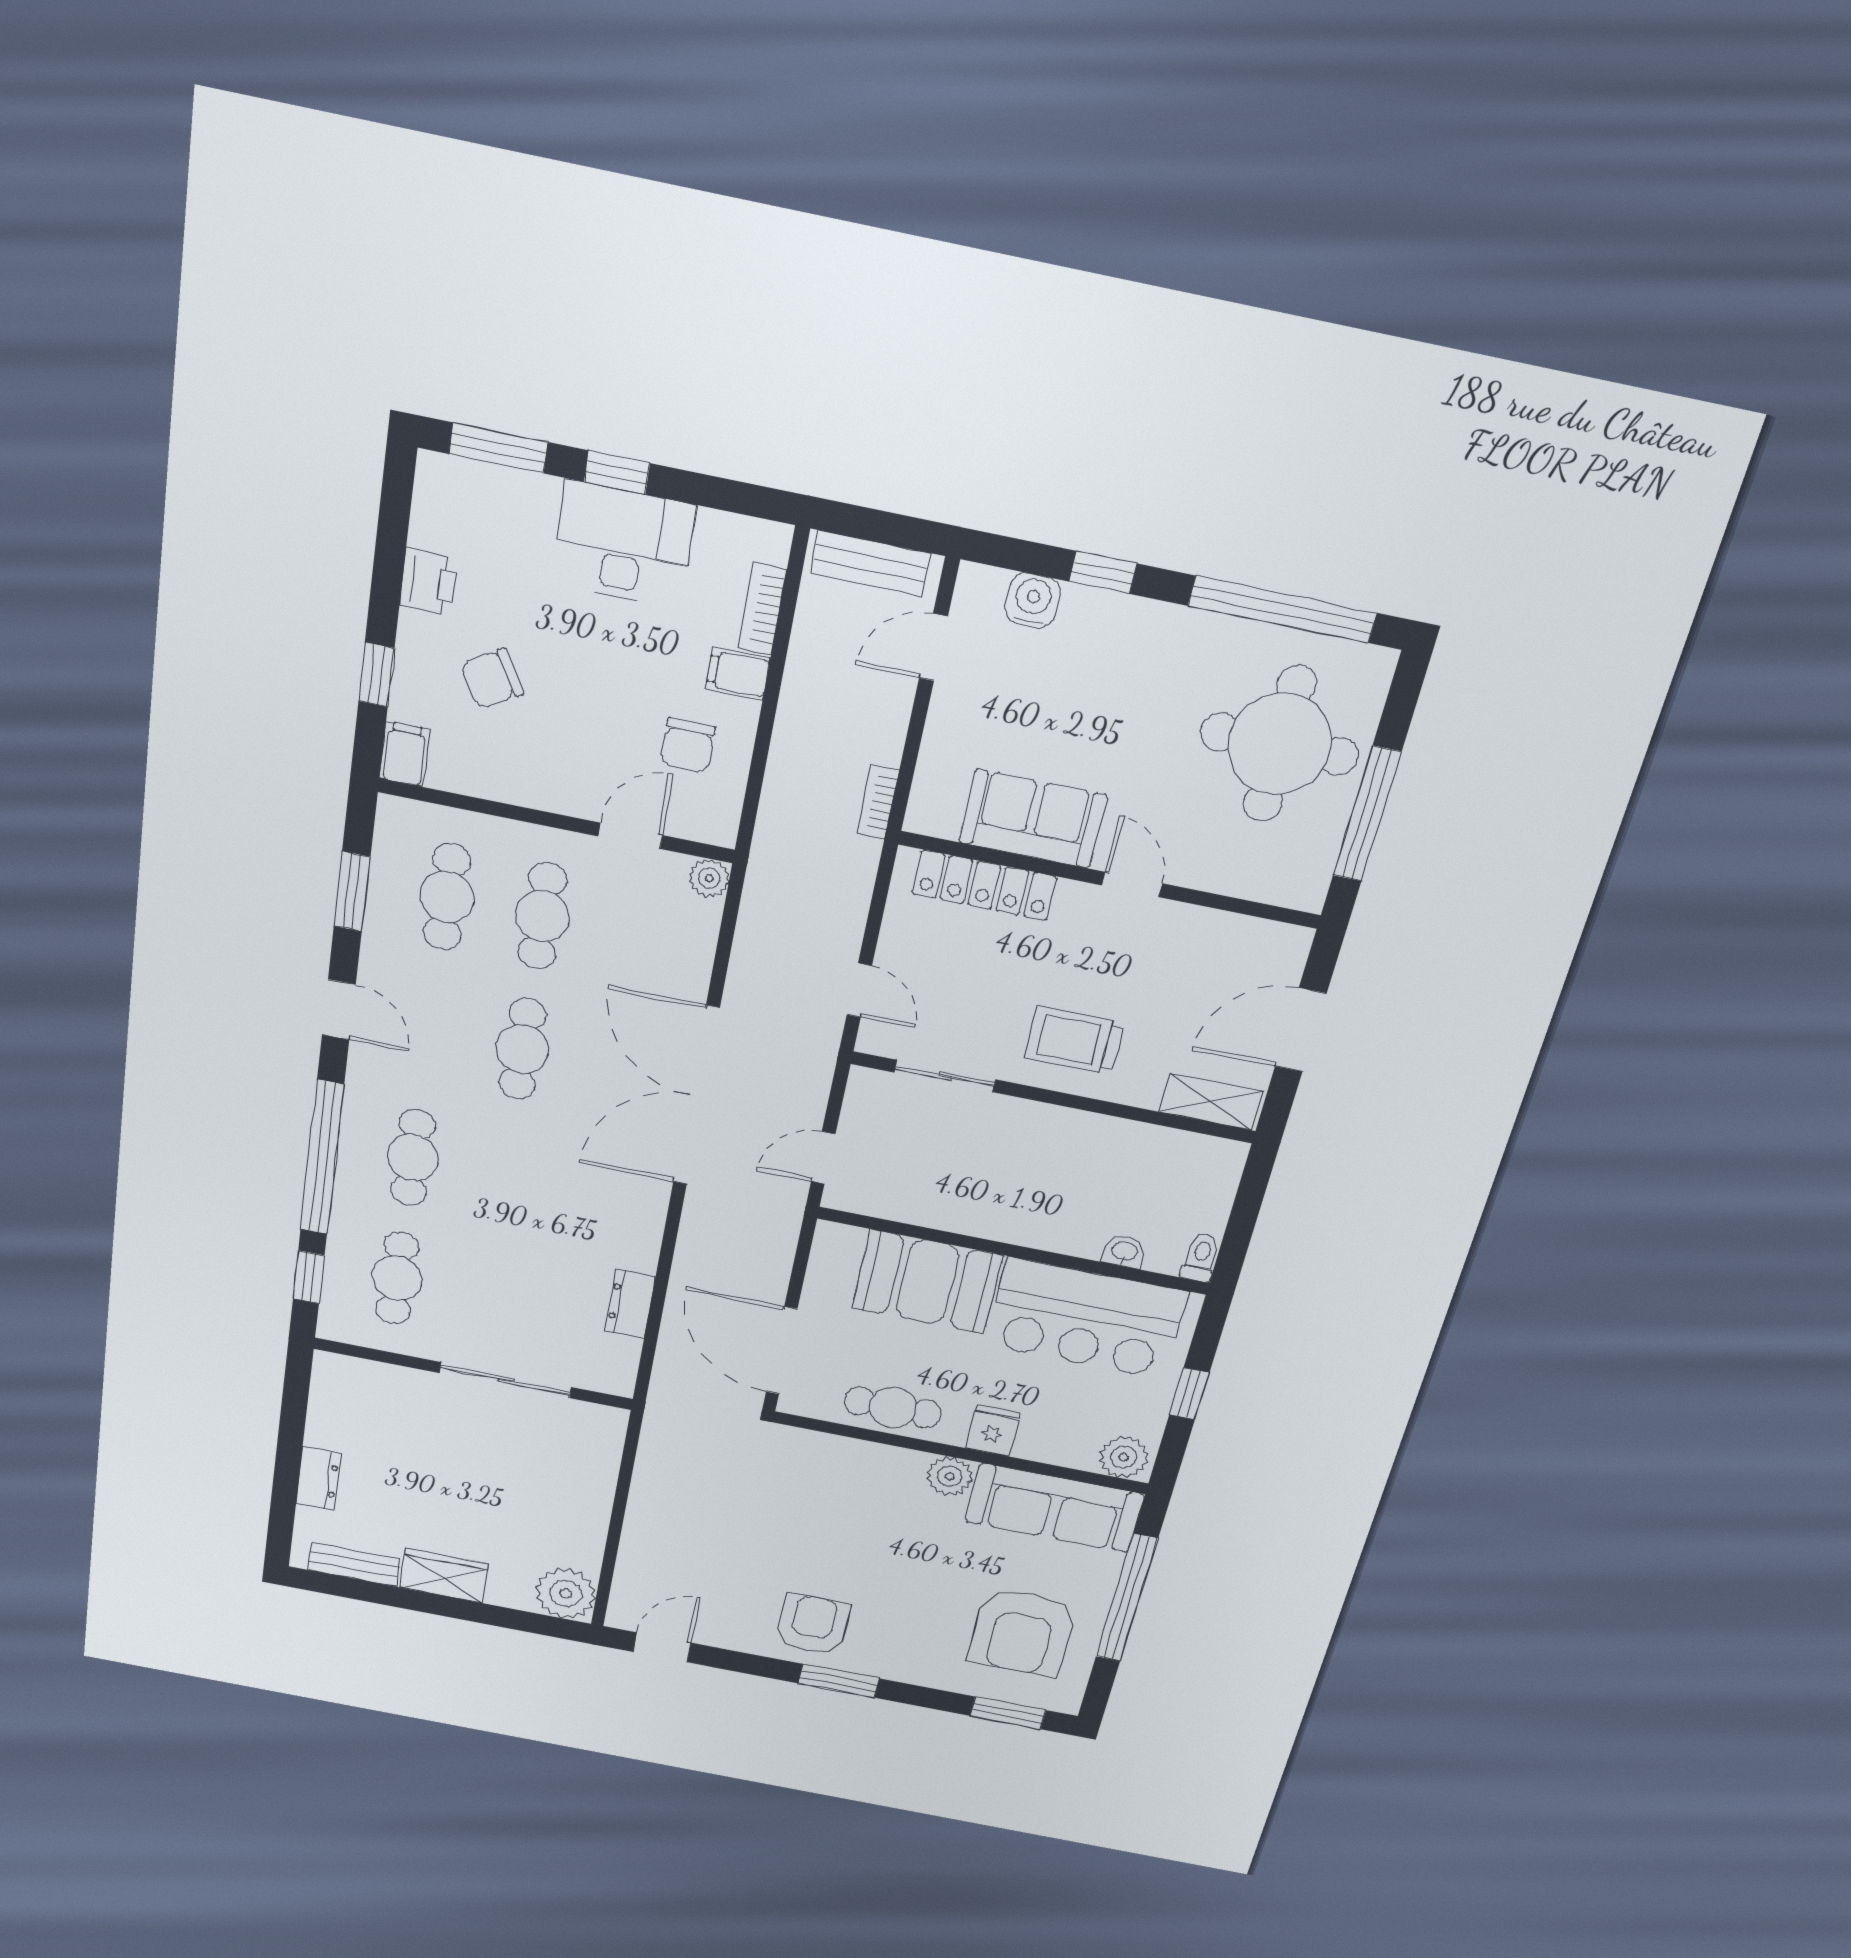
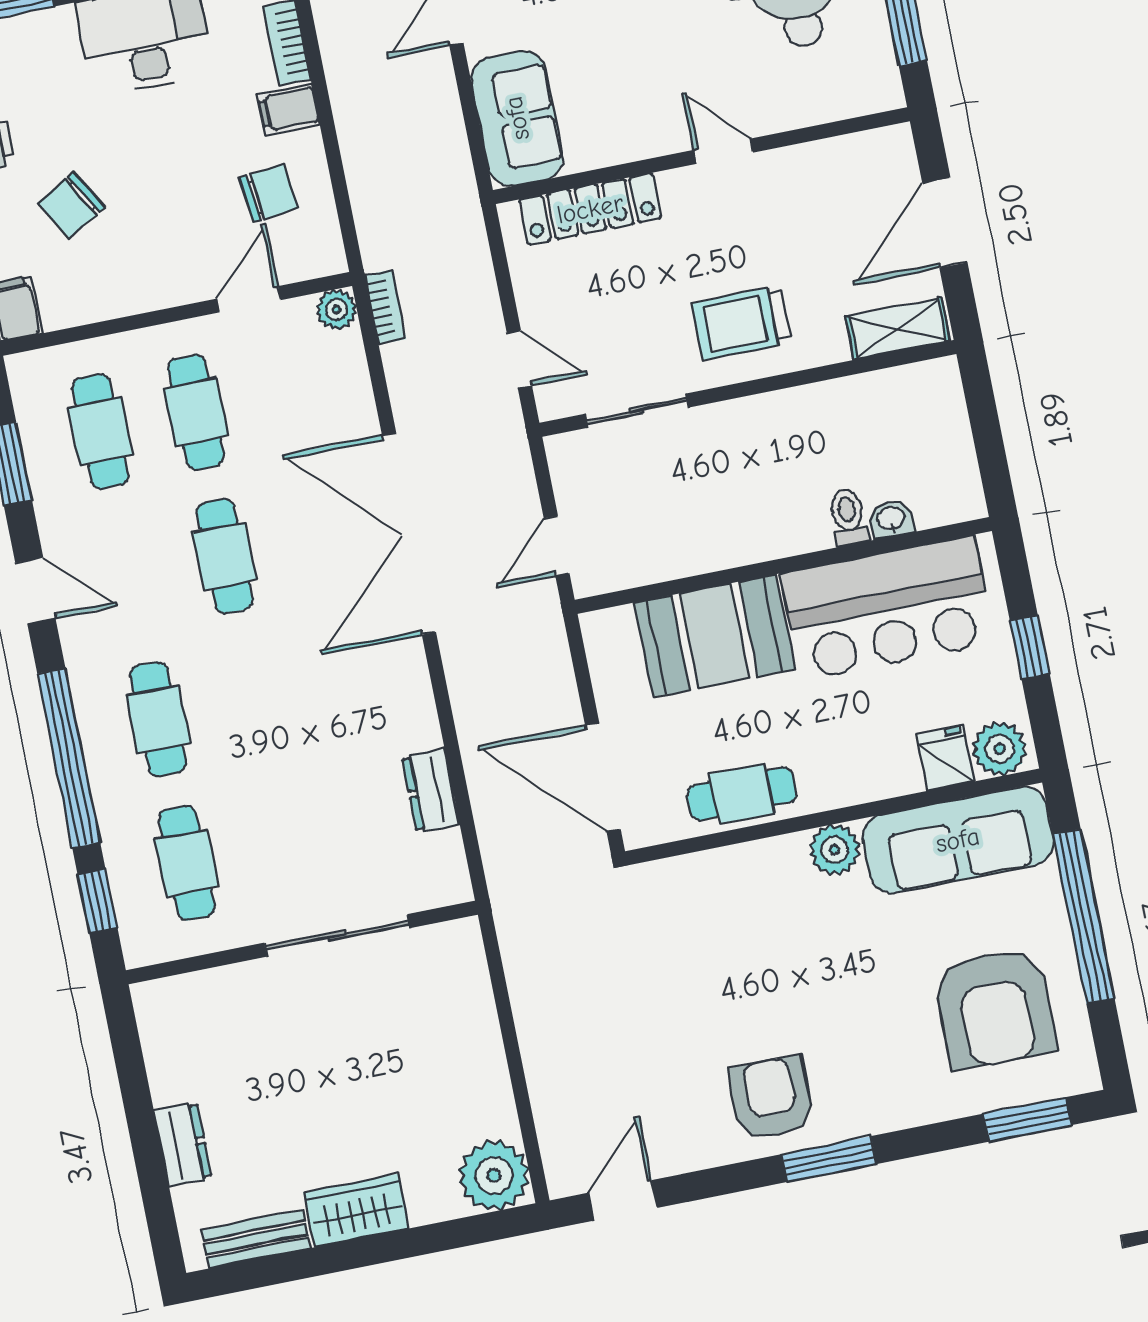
chair: (688, 745) -> (269, 193), turned -96
bookcase: (878, 802) -> (385, 307), moved, turned 180
sofa: (1033, 819) -> (517, 118), moved, turned 90
toilet: (1201, 1257) -> (848, 517), moved
fridge: (993, 1430) -> (945, 758), moved

